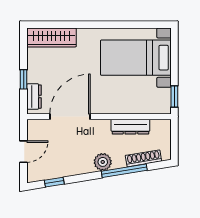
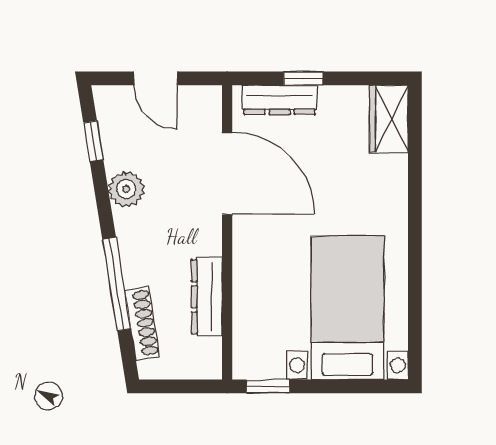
wardrobe: (52, 37) -> (389, 119), width x0.67
dresser: (34, 97) -> (280, 100), width x1.44
plant: (103, 162) -> (126, 189), moved

